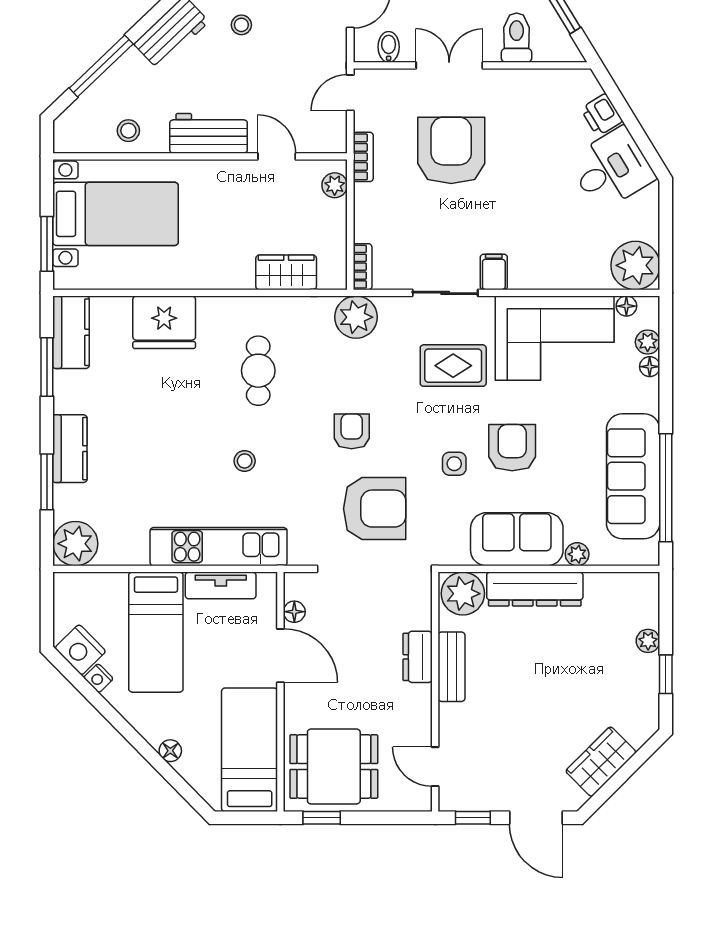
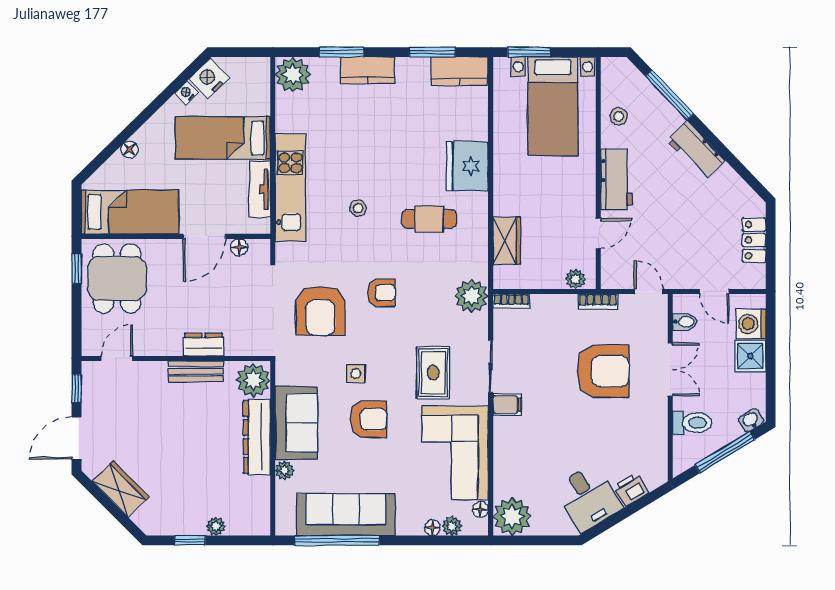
stool: (241, 25) -> (702, 206), removed
fridge: (164, 322) -> (467, 166), moved

